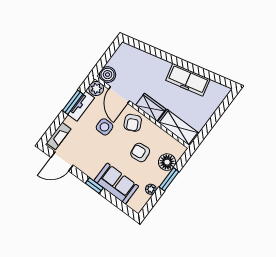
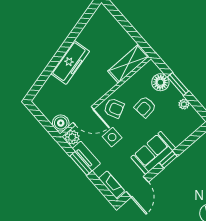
freezer: (188, 80) -> (70, 62), moved
wardrobe: (151, 107) -> (102, 87), removed
sofa: (116, 184) -> (153, 153), moved

